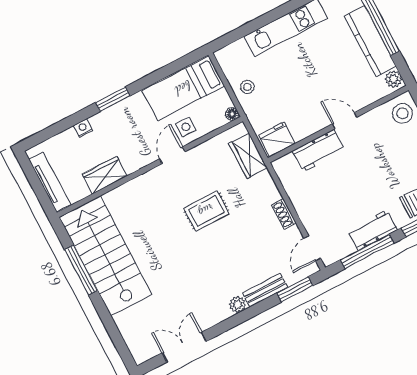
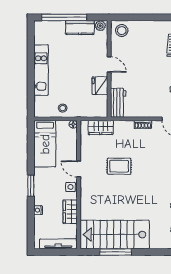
kitchen counter: (370, 41) -> (80, 28), width x0.67
door: (344, 121) -> (109, 64), swing flipped
side table: (186, 127) -> (71, 187), moved
fridge: (277, 139) -> (100, 86), moved
workbench: (318, 151) -> (118, 103), moved
rug: (206, 211) -> (119, 166), turned 90

